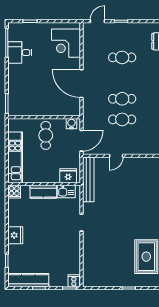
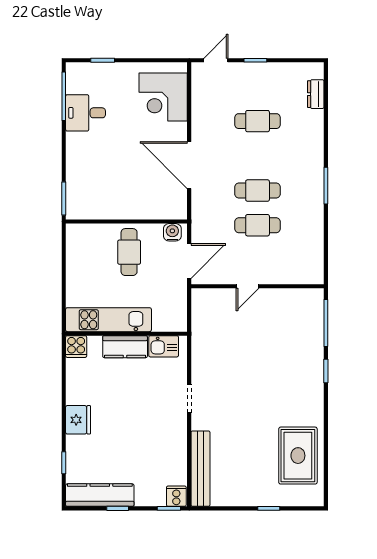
kitchen unit: (15, 157) -> (108, 320), moved, turned -90
fridge: (68, 176) -> (167, 320), removed
bench: (88, 179) -> (200, 469), moved

